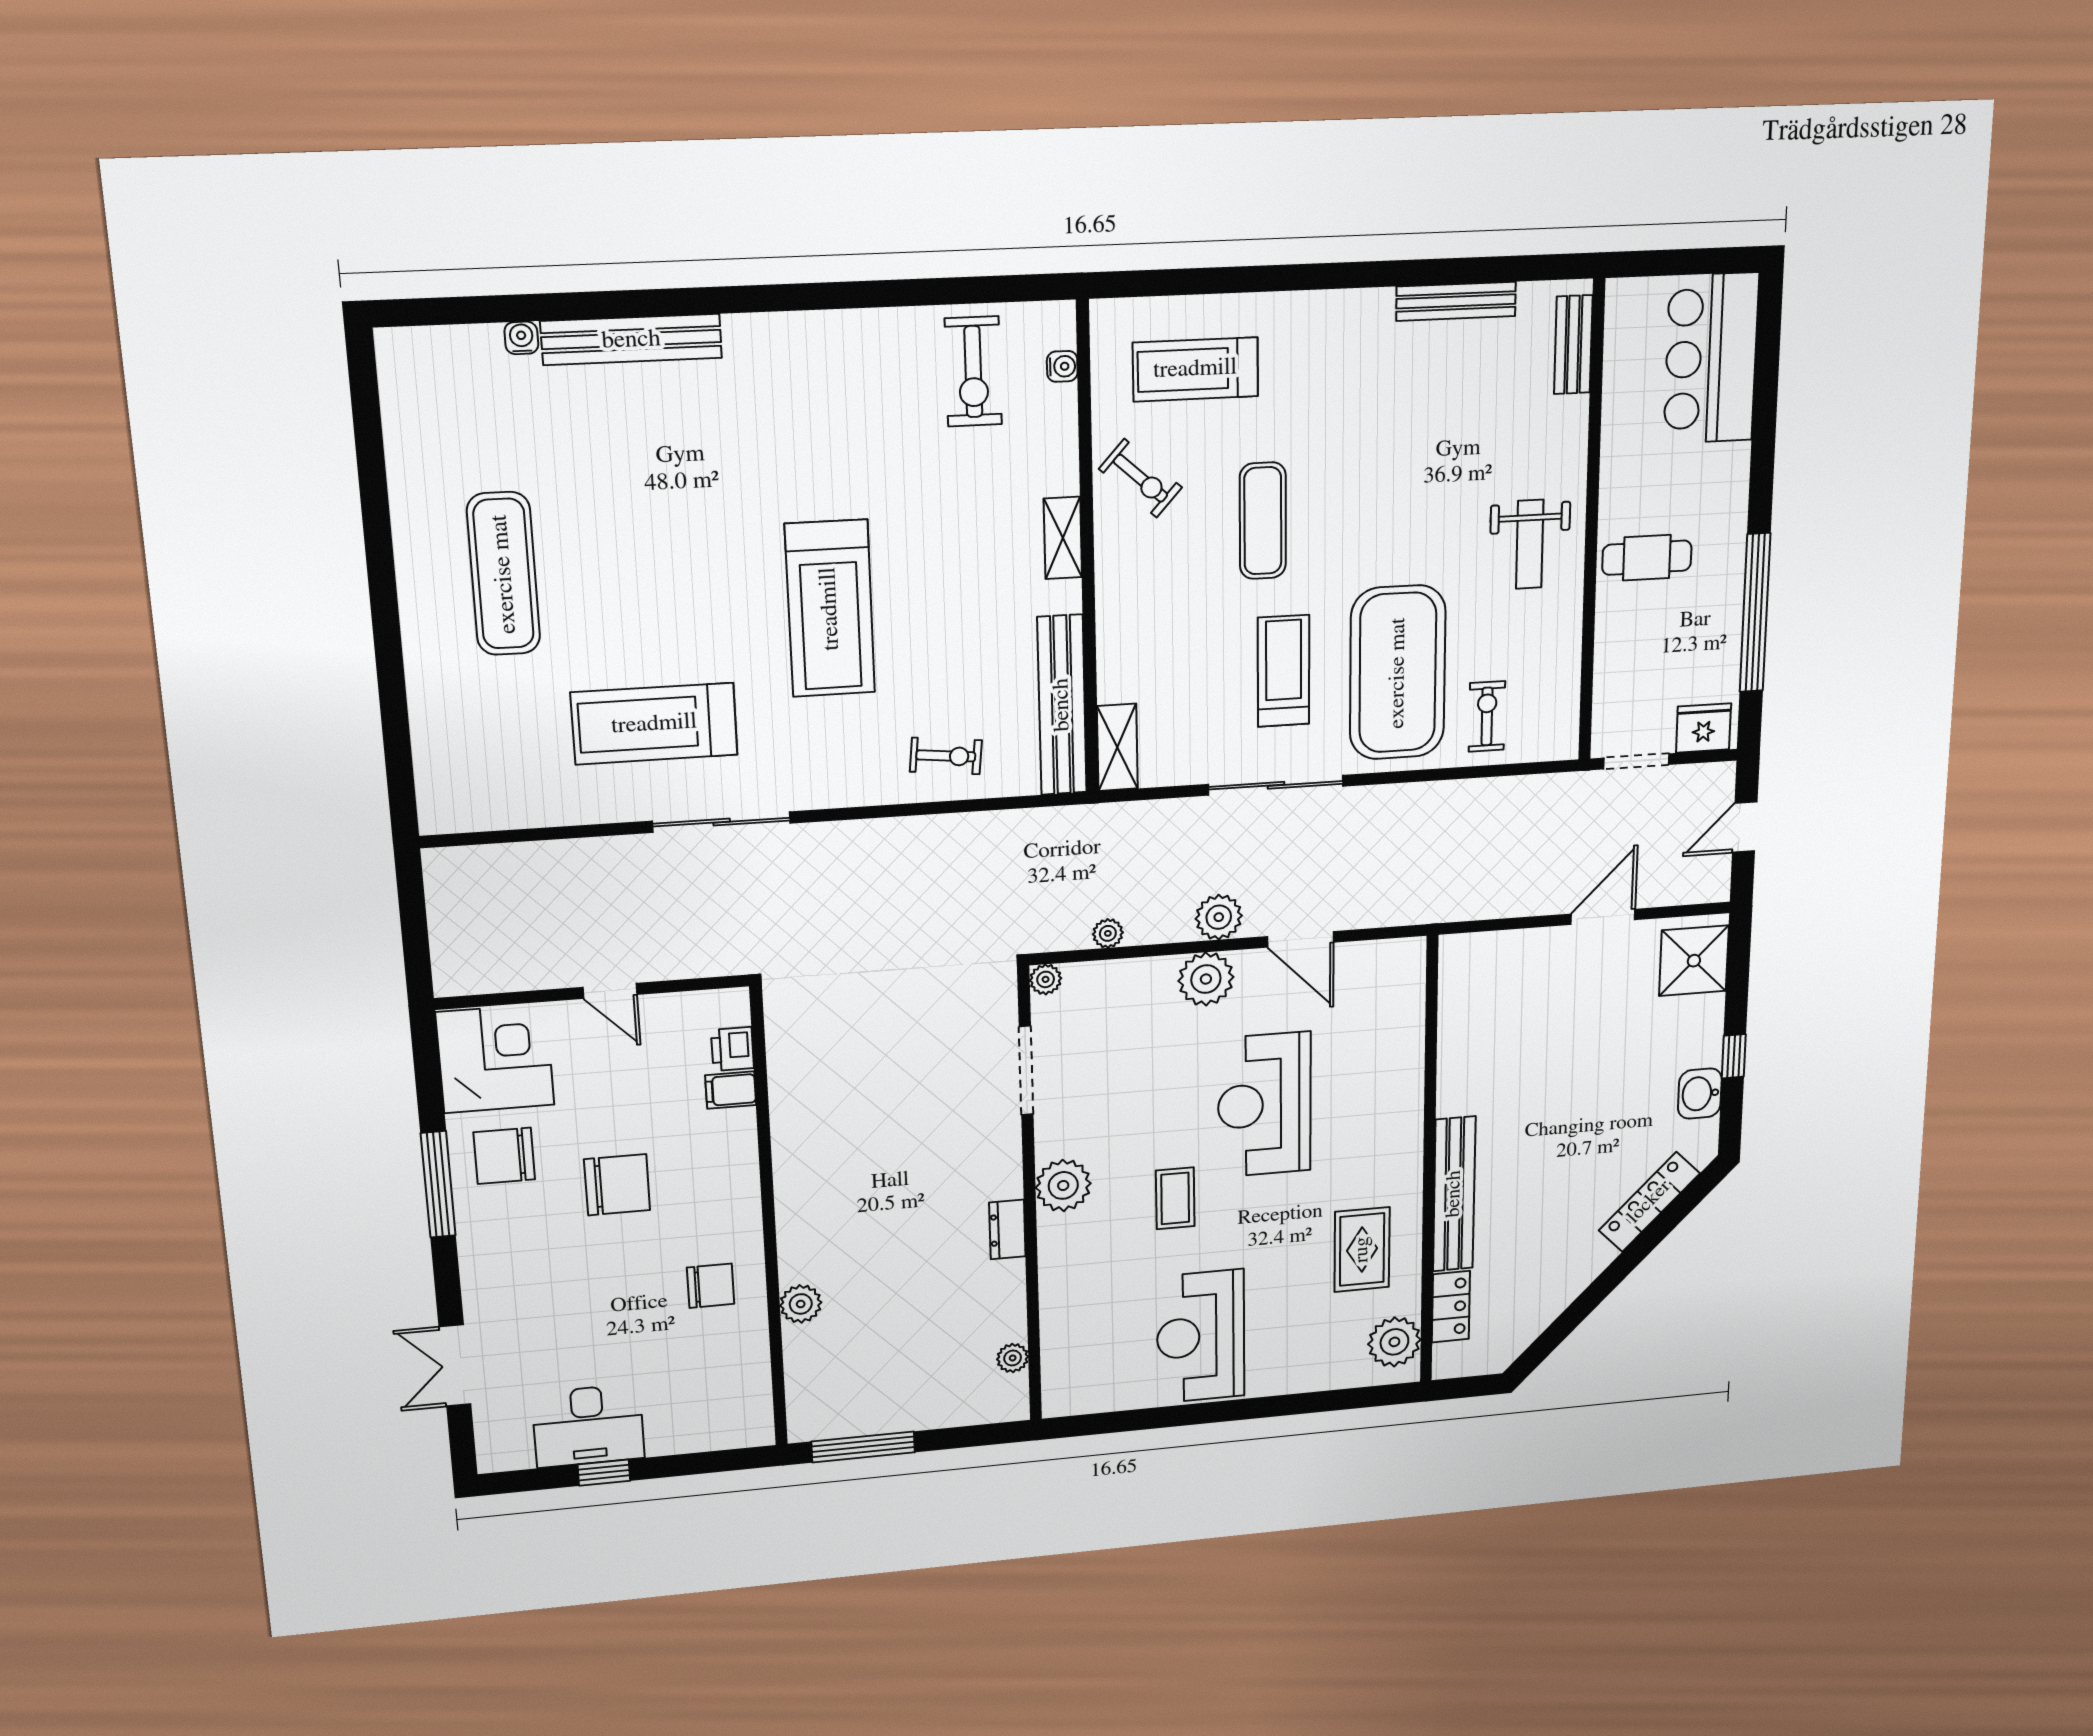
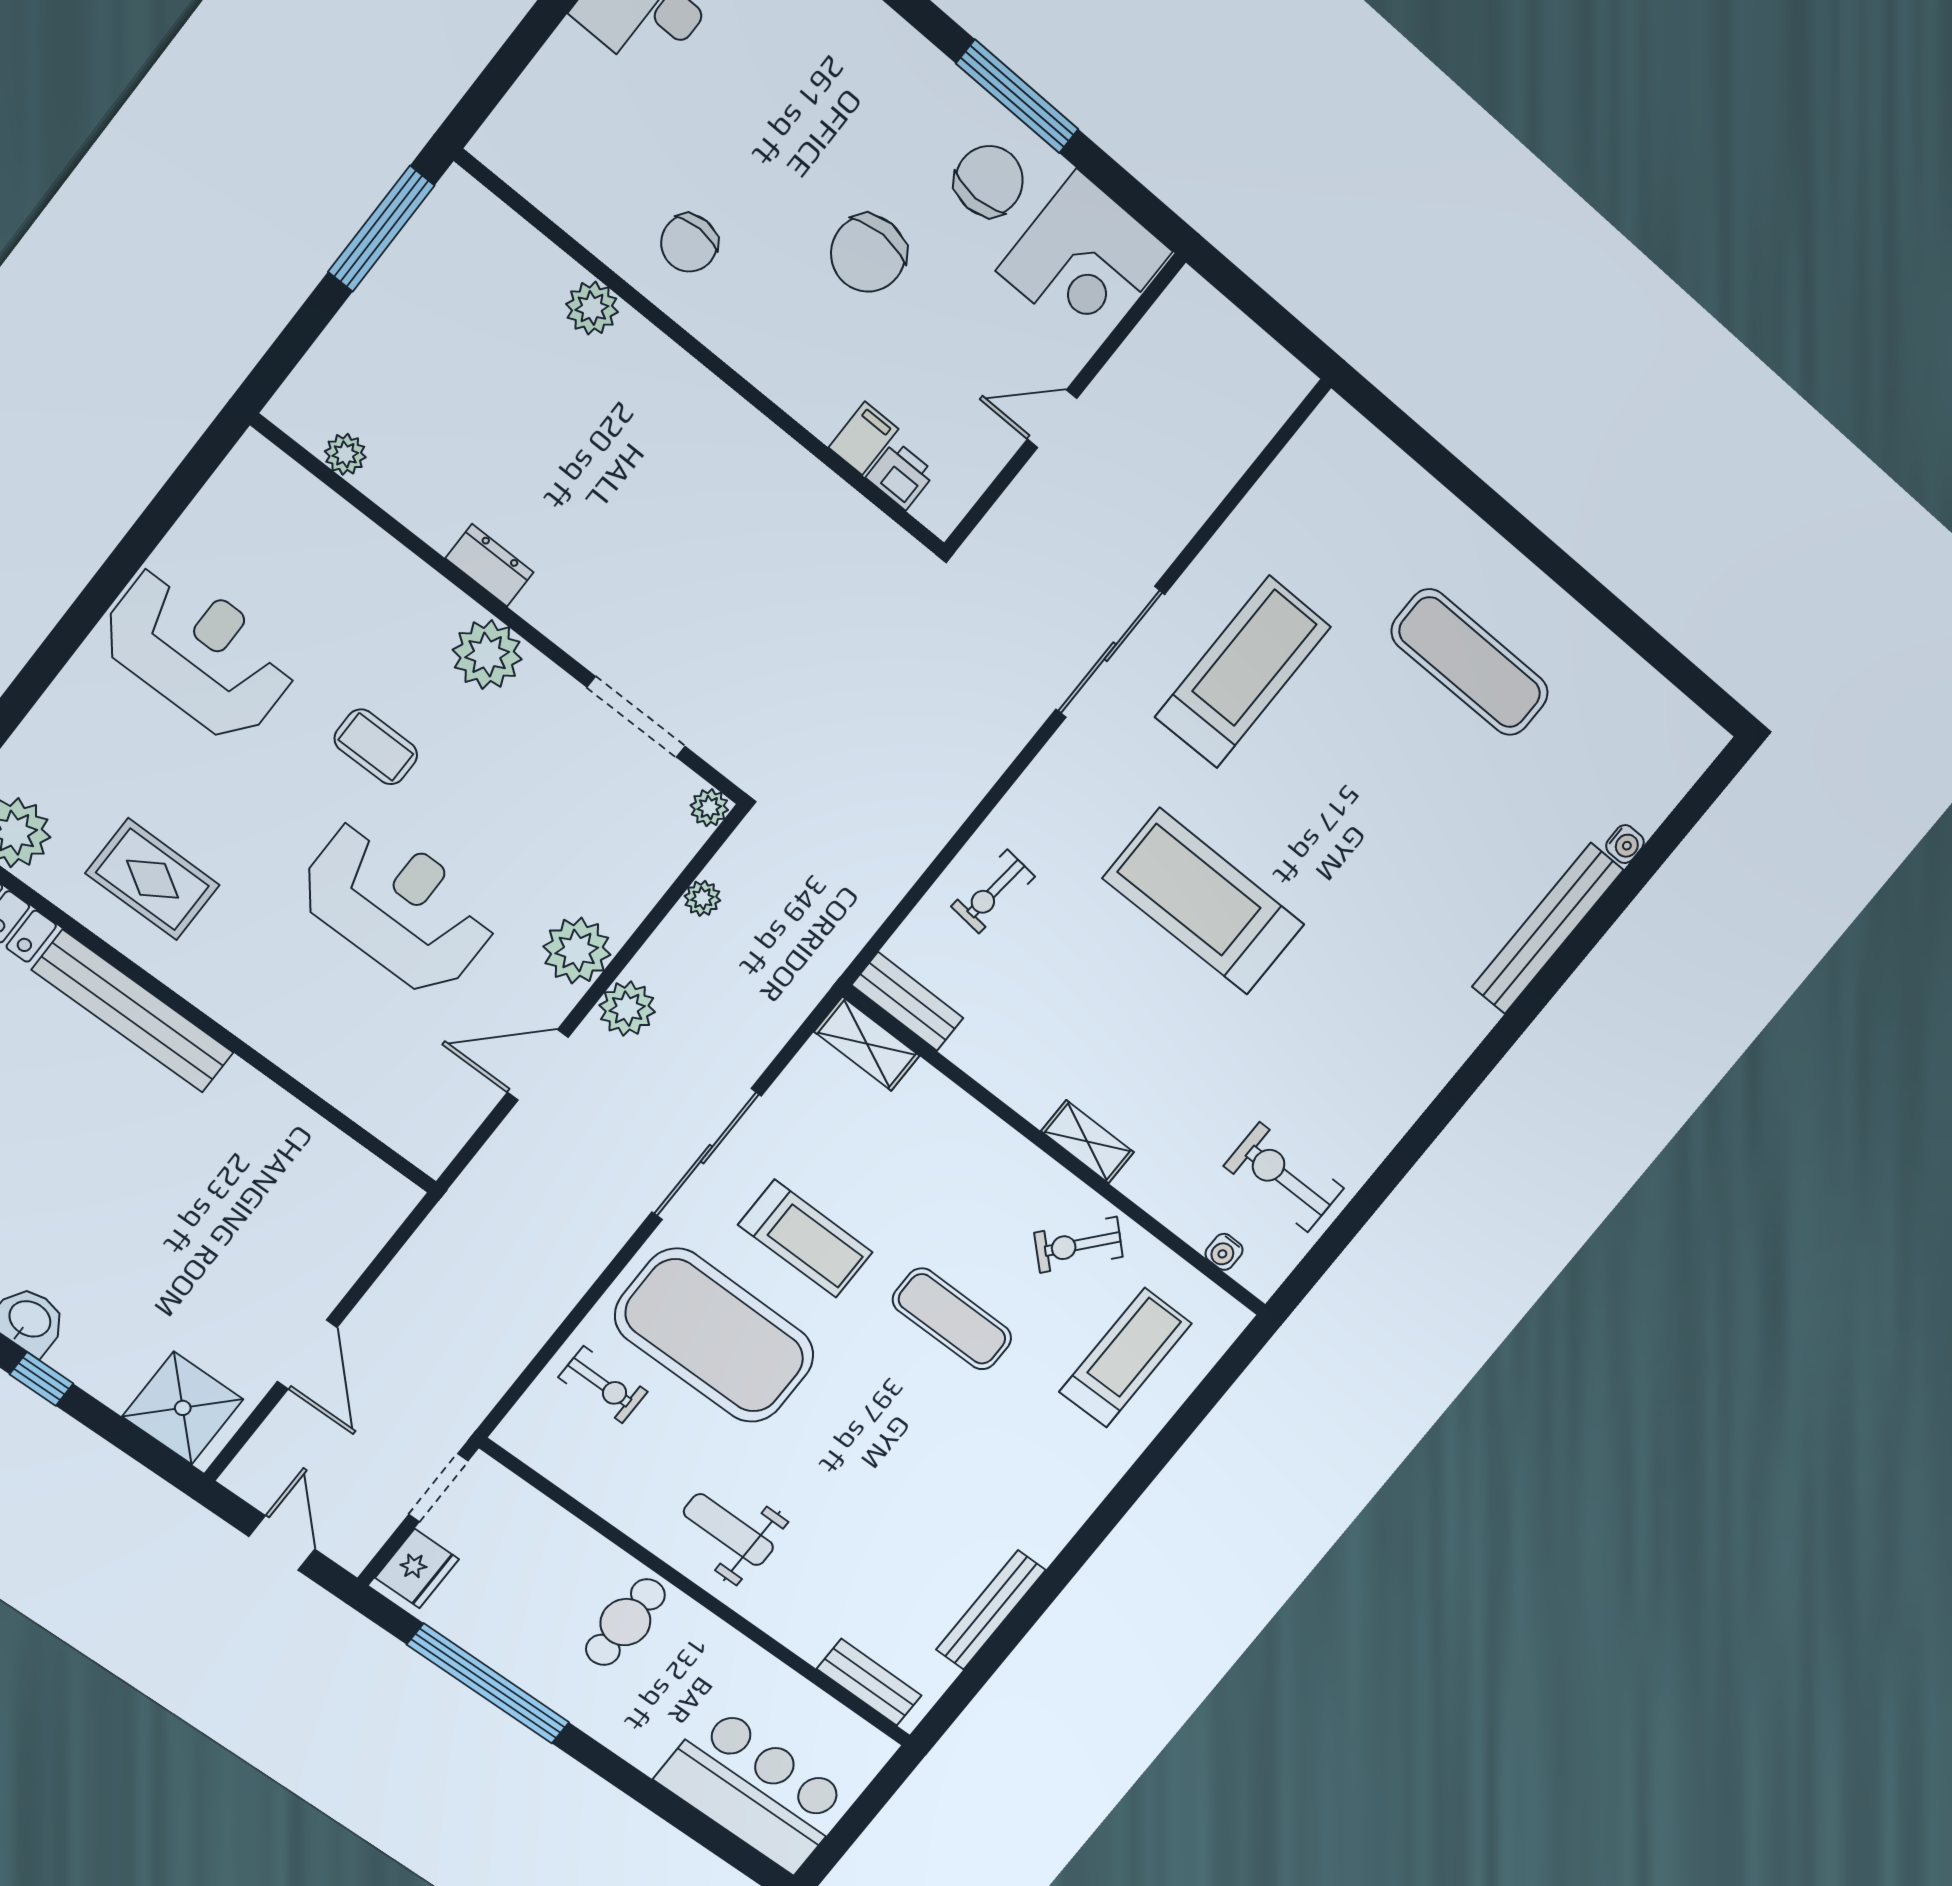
bench: (1062, 705) -> (908, 1002), width x0.54, depth x0.82

